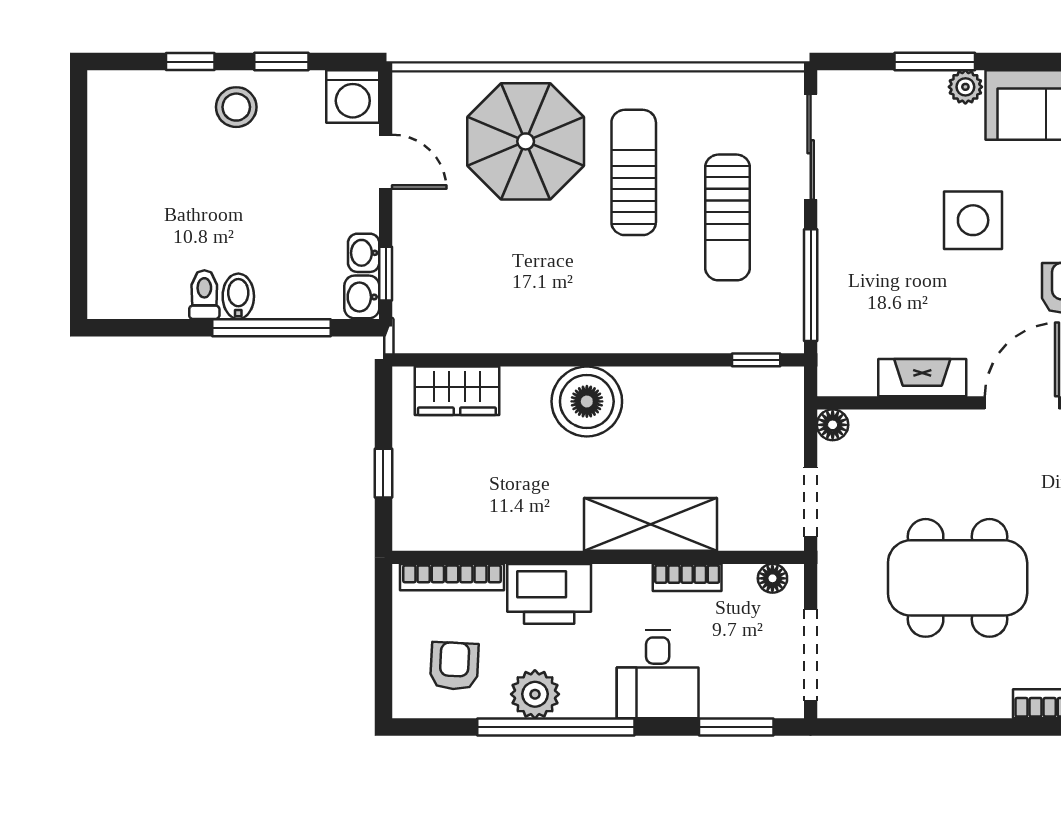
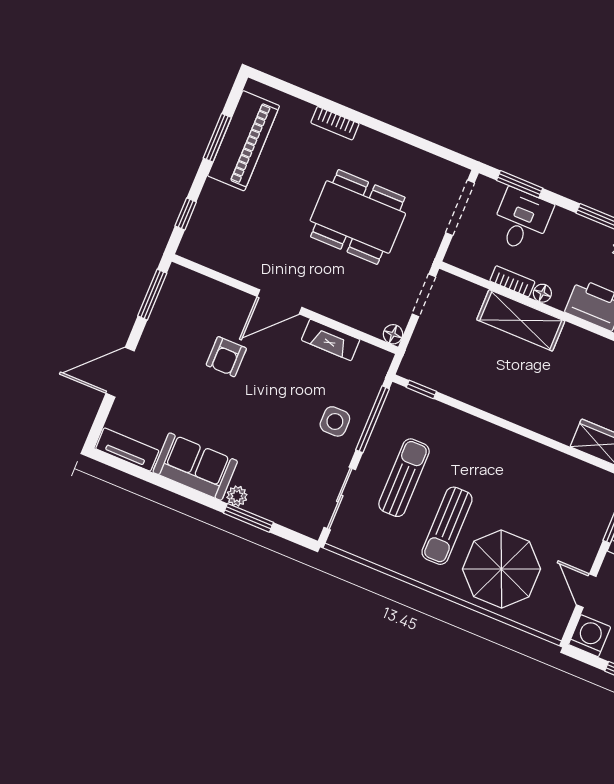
side table: (973, 220) -> (335, 421), moved, width x0.73, depth x0.73
boiler: (587, 401) -> (528, 406), removed
floor lamp: (772, 578) -> (542, 293), moved
desk: (658, 674) -> (522, 220), moved

